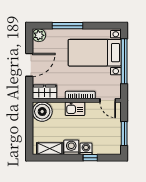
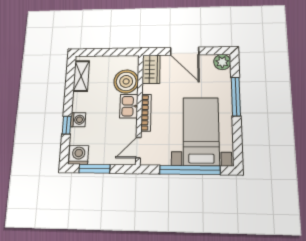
boiler: (42, 112) -> (126, 81), moved
washing machine: (71, 147) -> (79, 155), moved, turned -90

